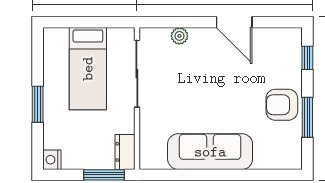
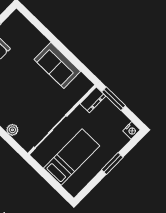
sofa: (210, 152) -> (57, 65), width x0.73

